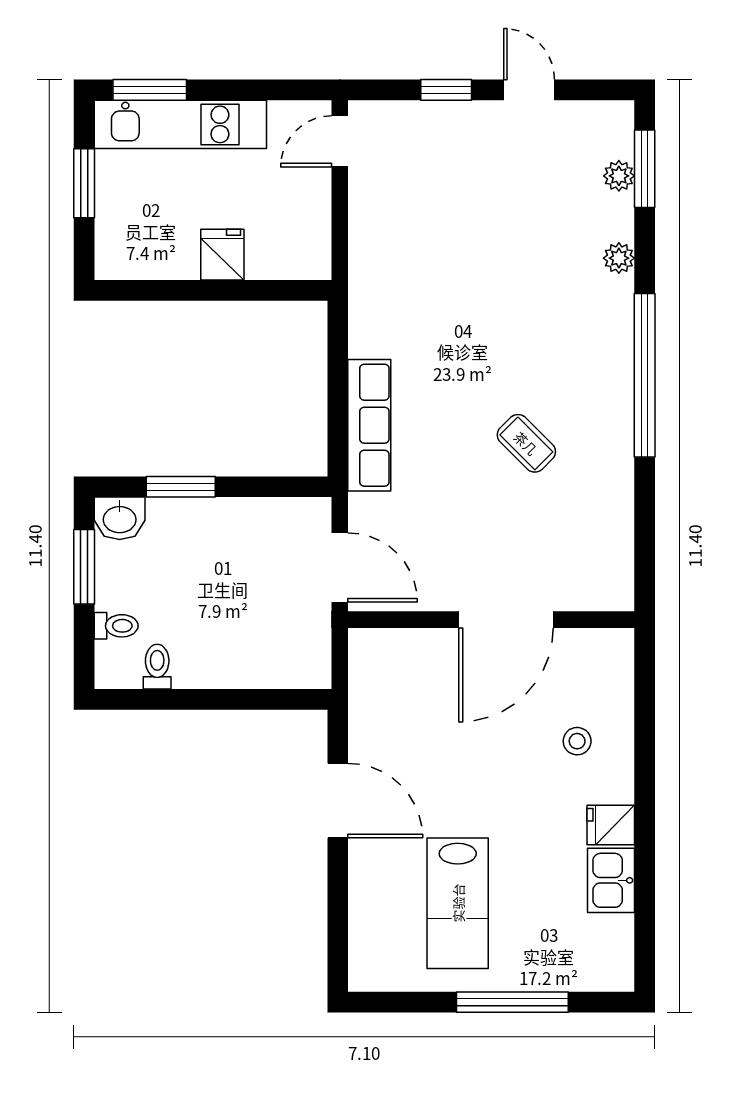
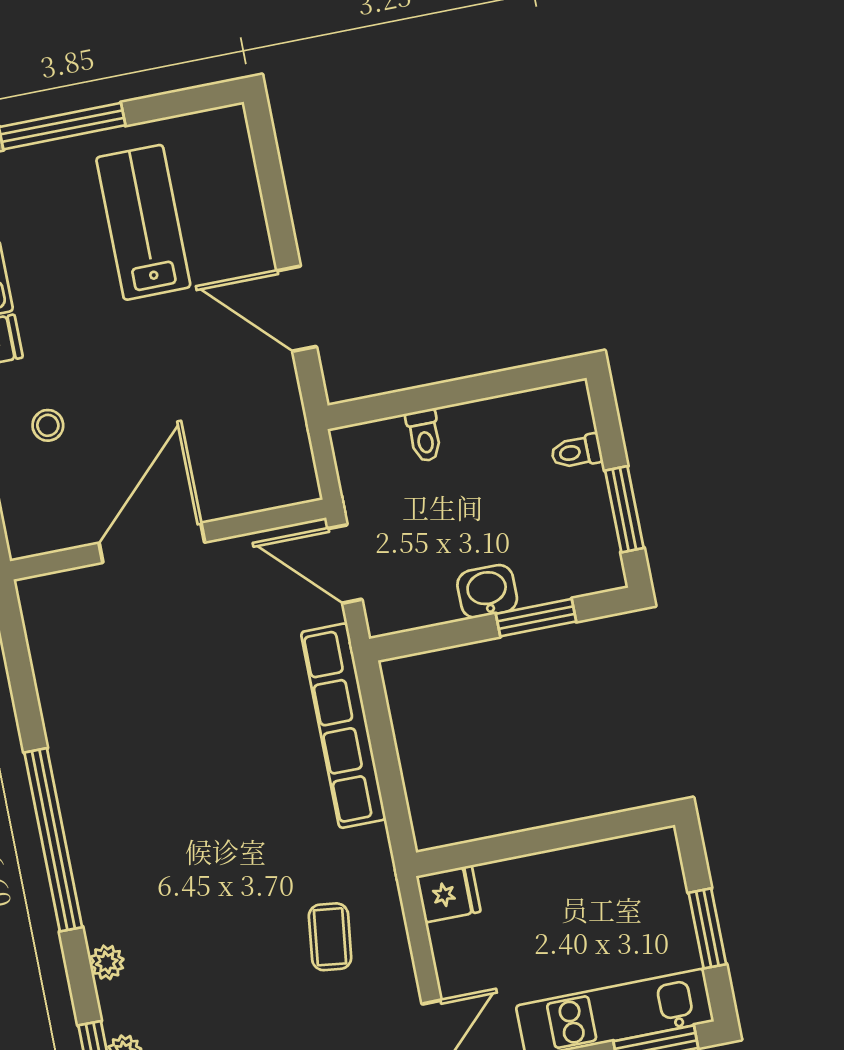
fridge: (222, 255) -> (448, 894), moved, turned -90
row of seats: (369, 425) -> (343, 726), width x1.36
coffee table: (526, 443) -> (330, 937), moved, turned 52
washbasin: (120, 518) -> (487, 591), moved
toilet: (157, 667) -> (424, 435), moved

